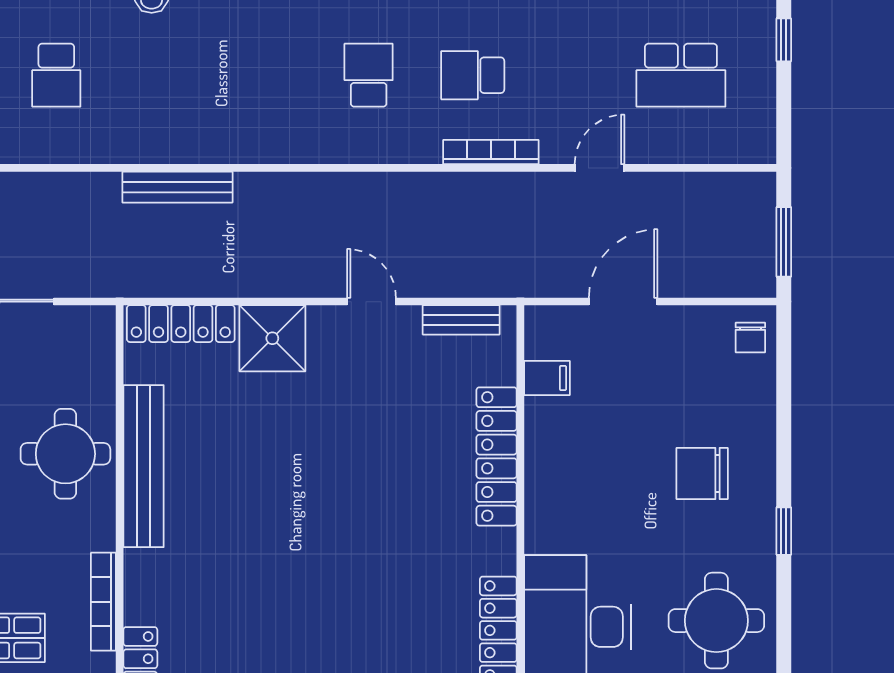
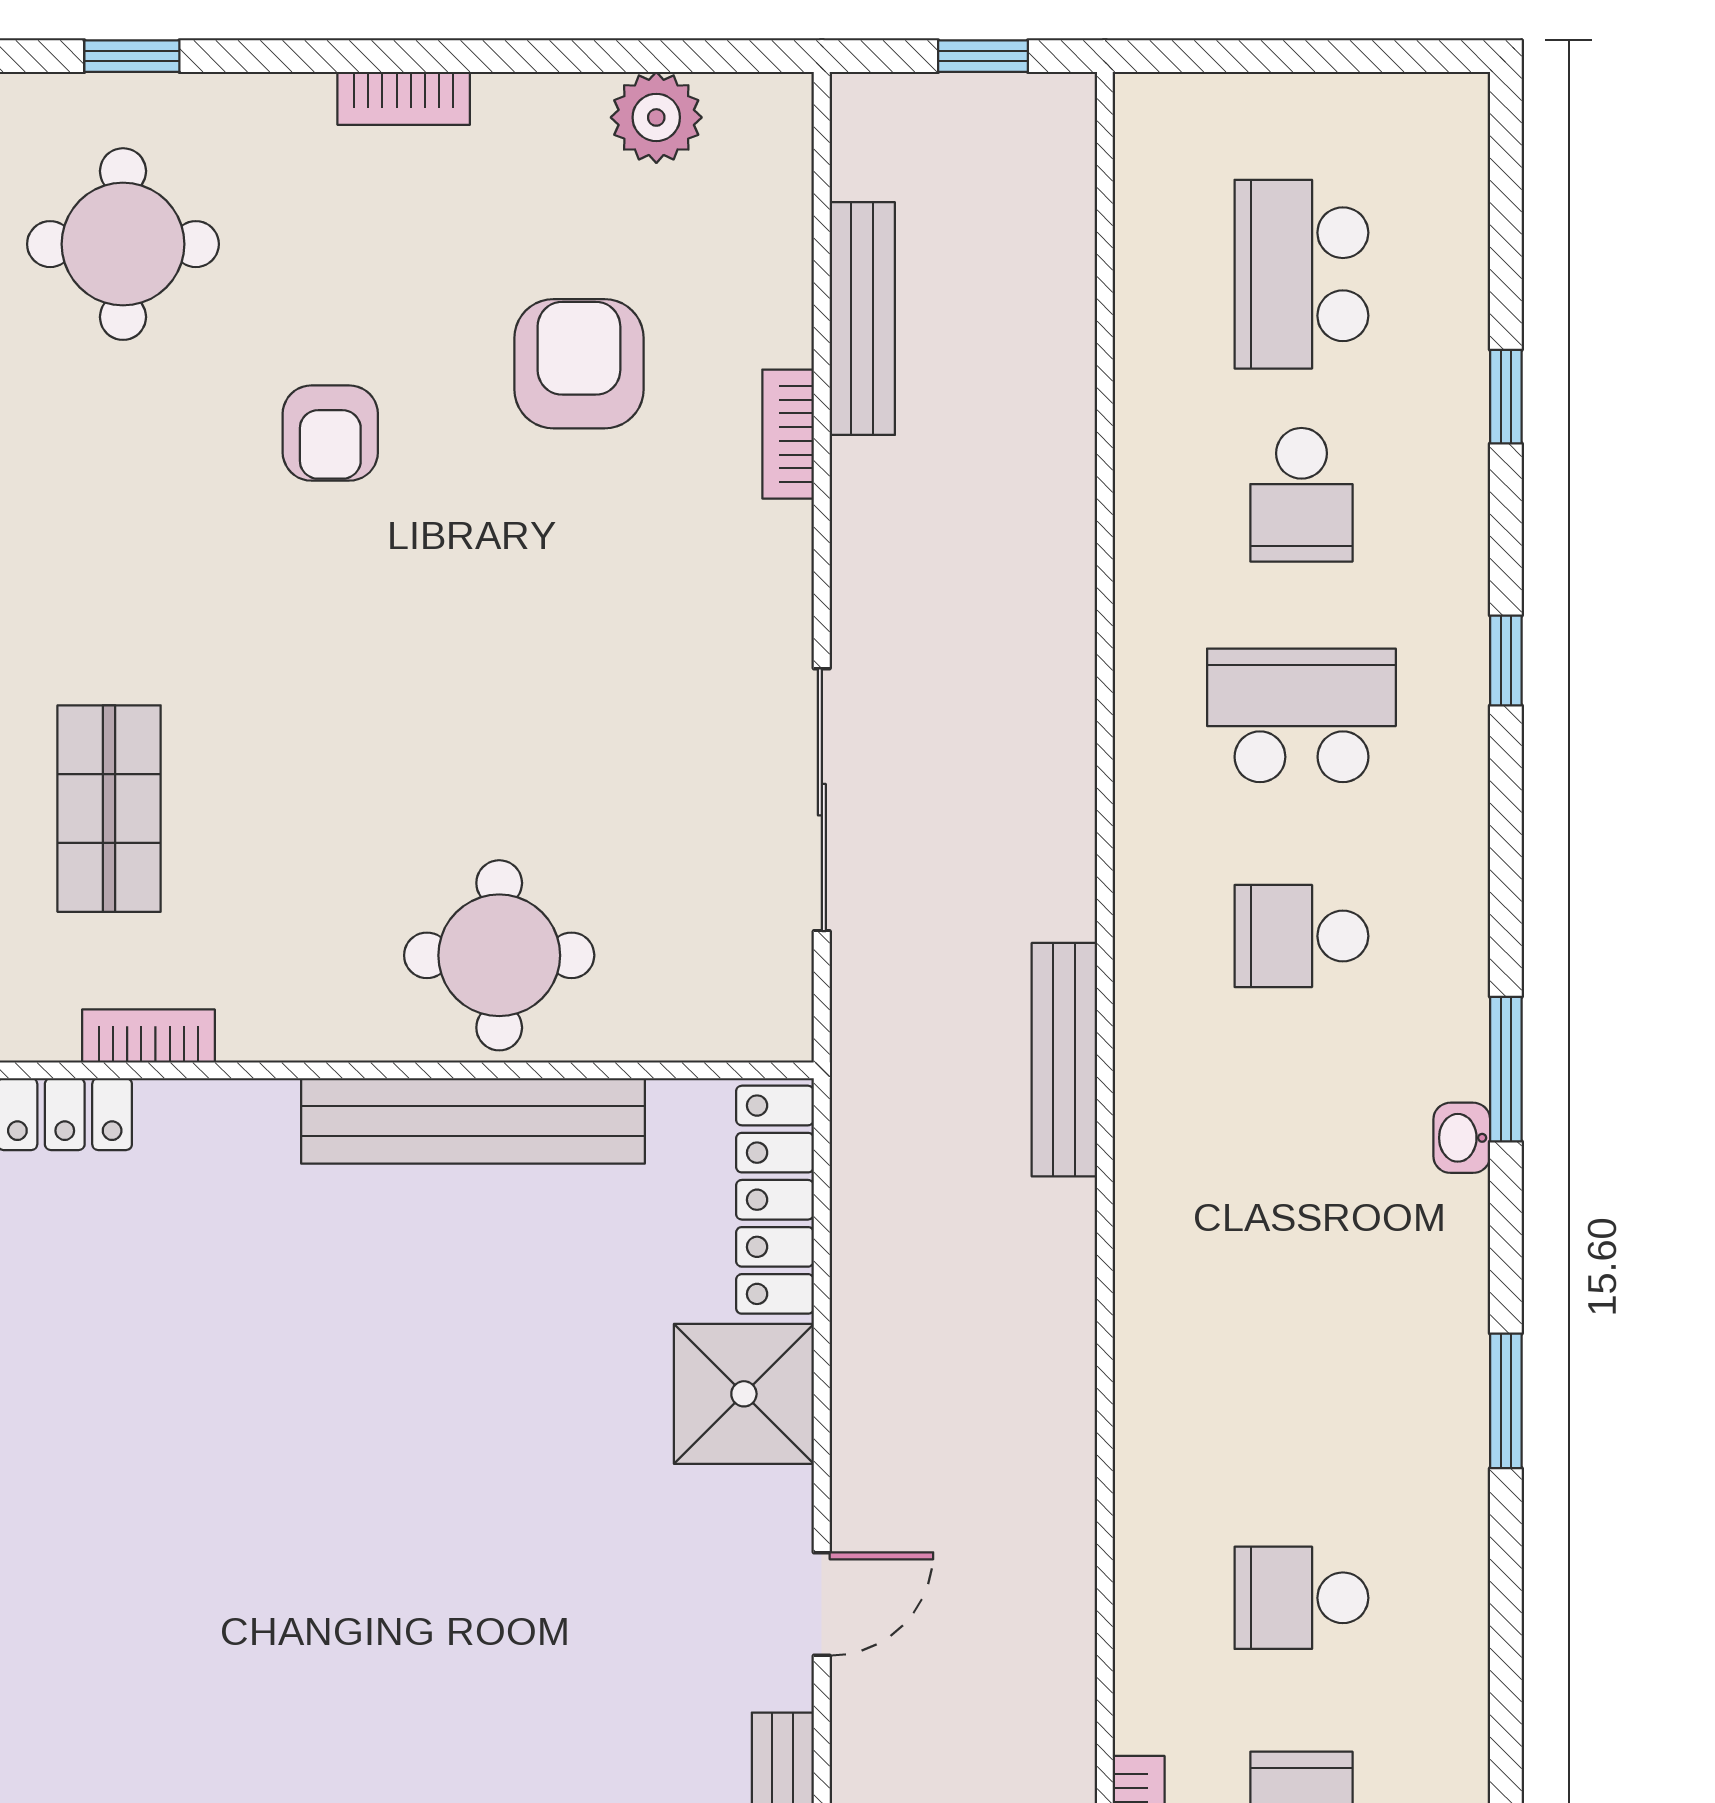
school desk: (369, 75) -> (1301, 1598), turned 180
bench: (177, 187) -> (1064, 1060), moved
bookcase: (103, 602) -> (148, 1036), width x0.64

